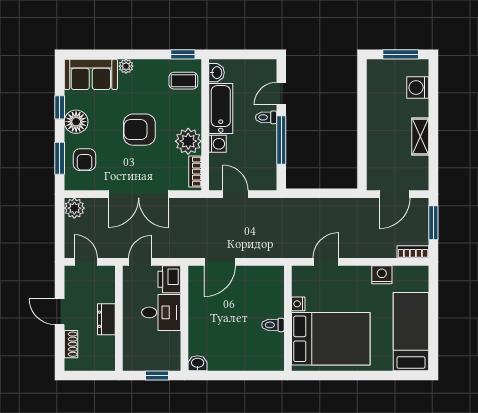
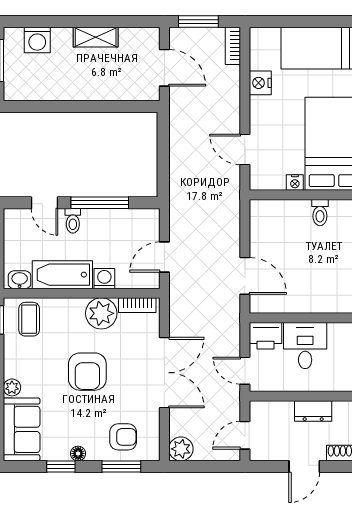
floor lamp: (76, 122) -> (78, 454), width x0.53, depth x0.53

